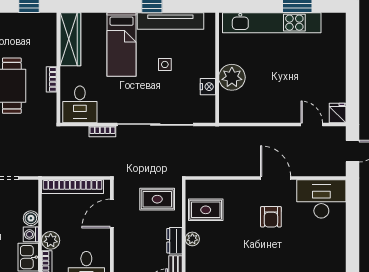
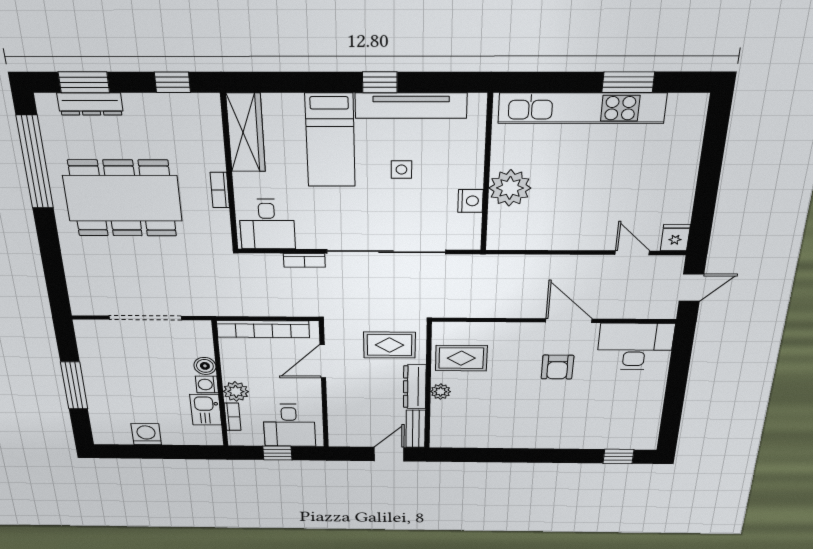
dresser: (175, 241) -> (415, 387), width x1.44

